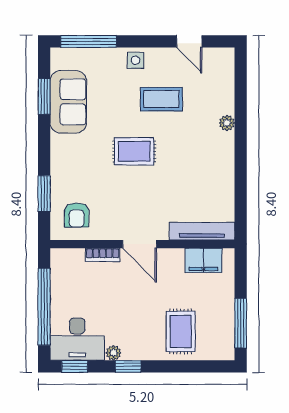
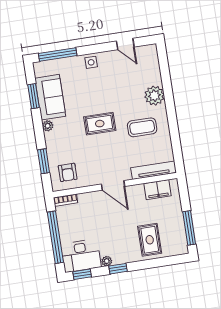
coffee table: (161, 99) -> (142, 127), moved
plant: (227, 123) -> (154, 96), width x1.88, depth x1.88
plant: (58, 143) -> (48, 126), added
bookcase: (103, 255) -> (66, 200), moved

